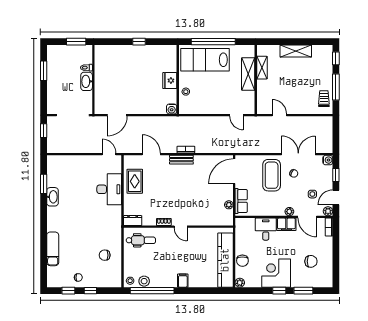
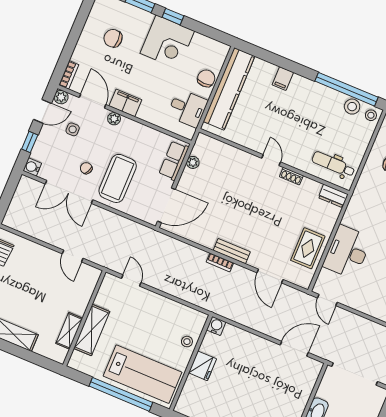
desk: (266, 229) -> (187, 108), moved, turned -90
filing cabinet: (183, 281) -> (283, 79), moved
plant: (240, 283) -> (222, 50), removed

